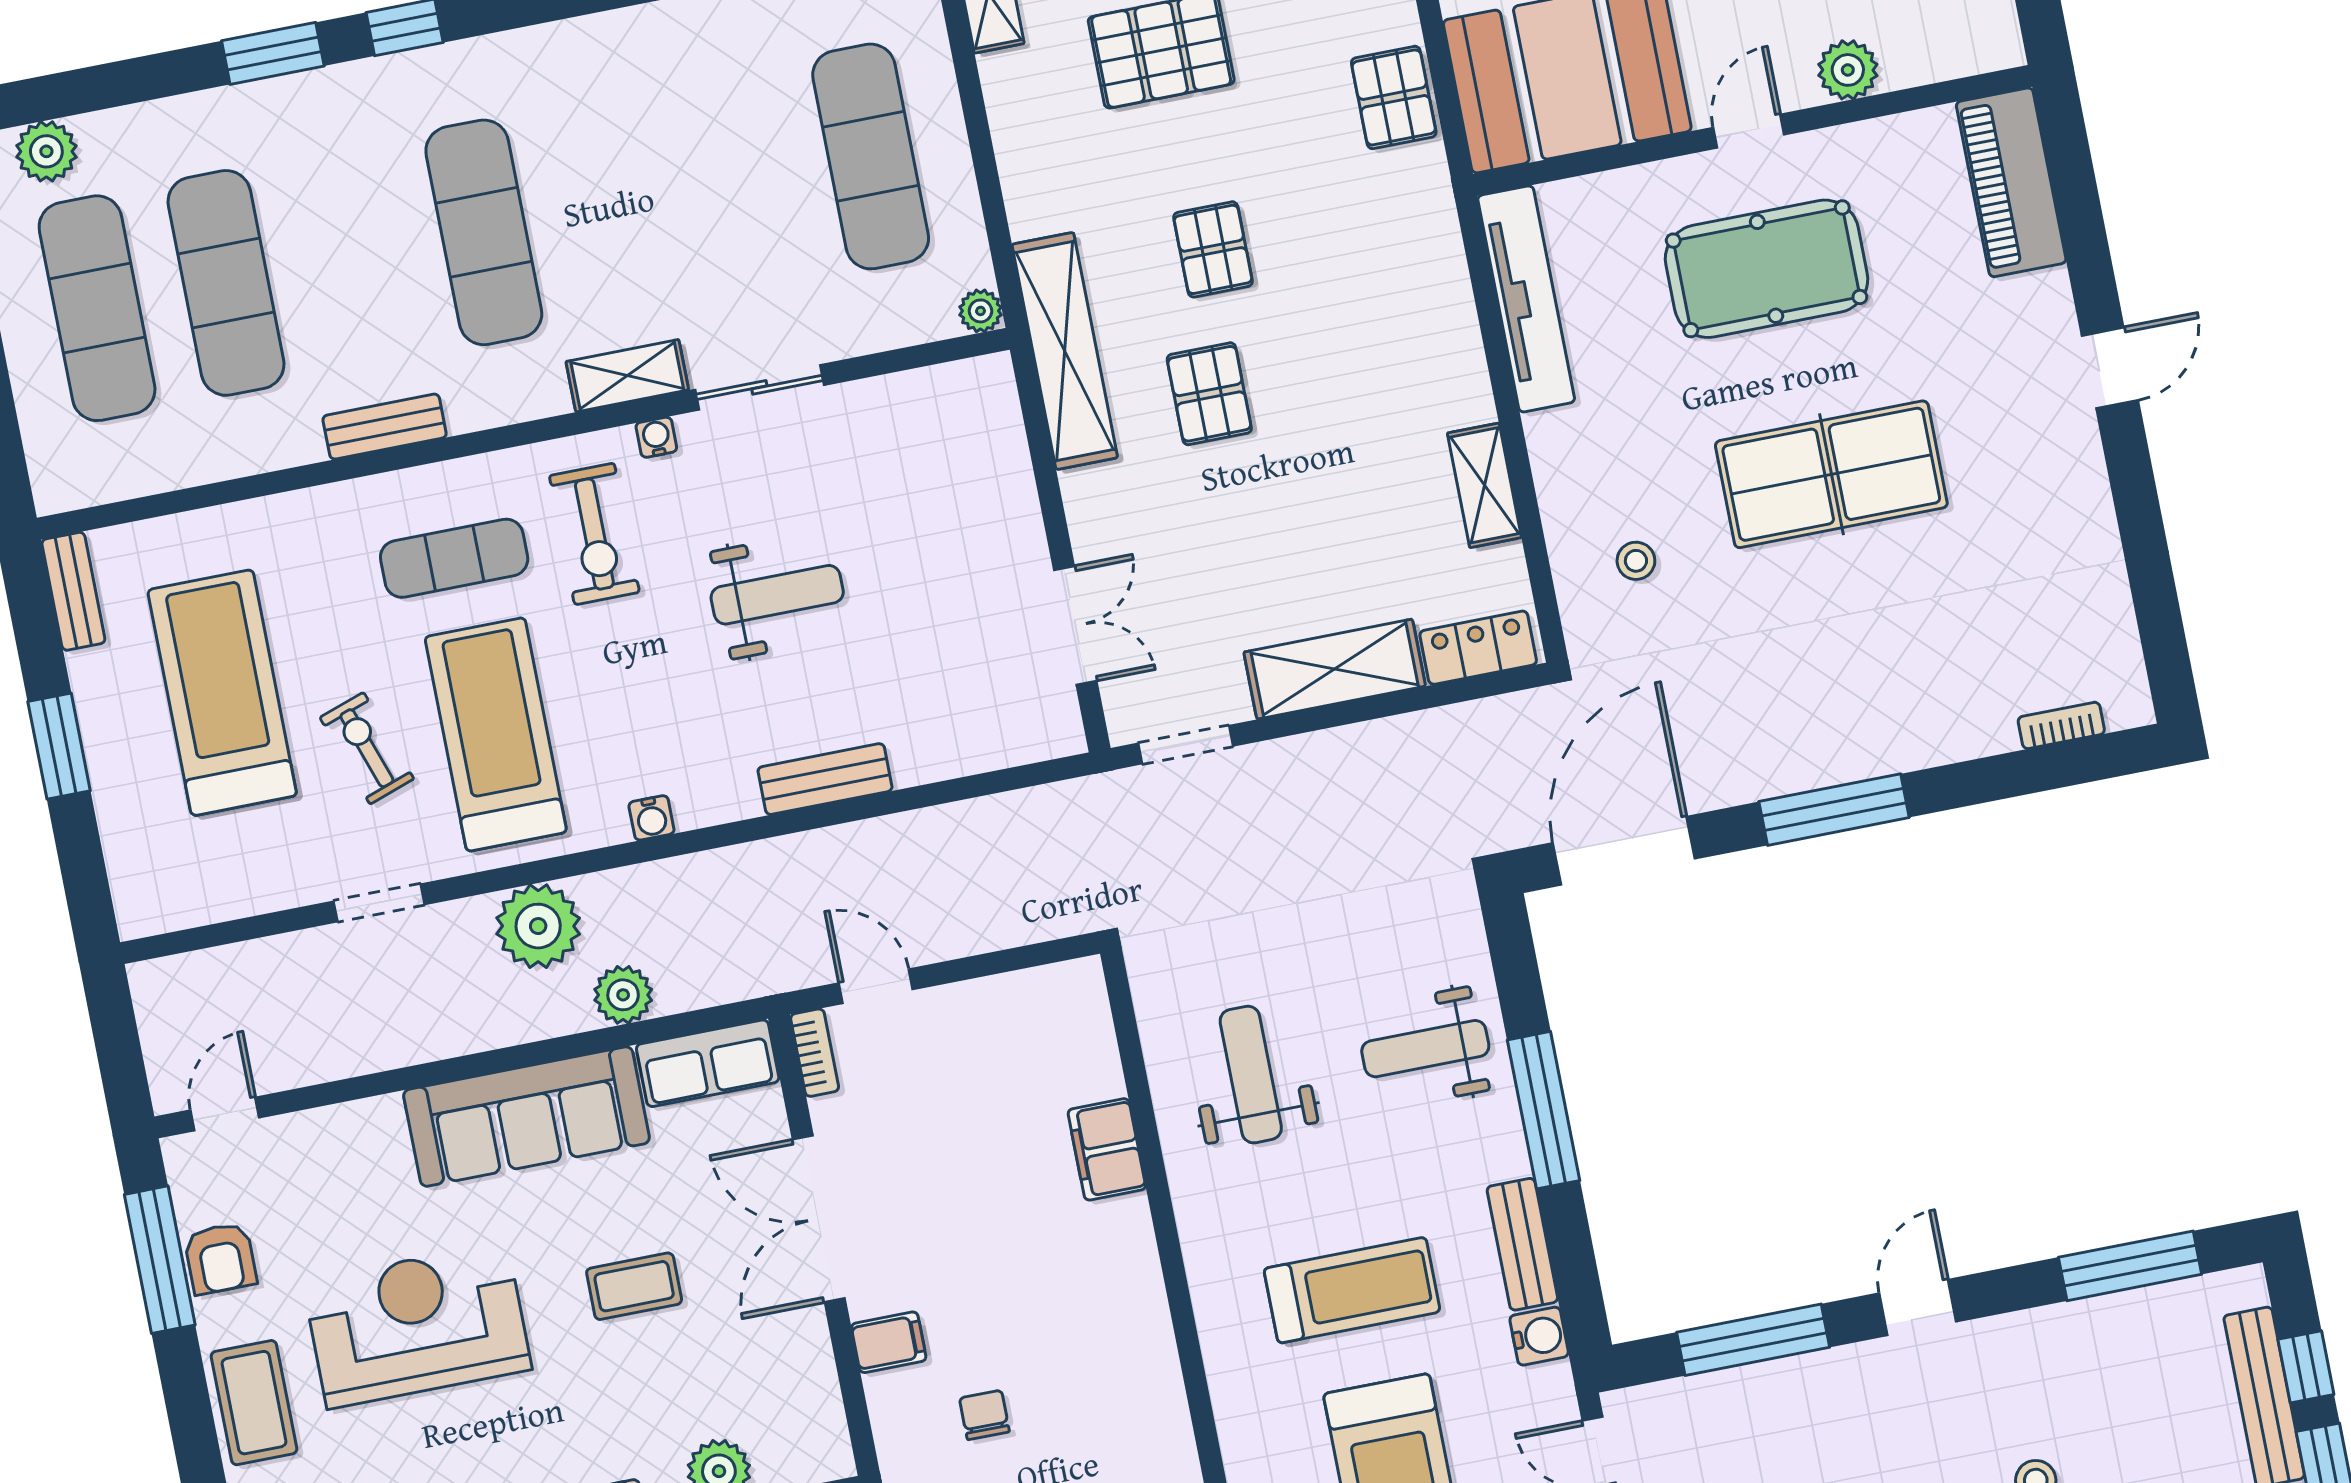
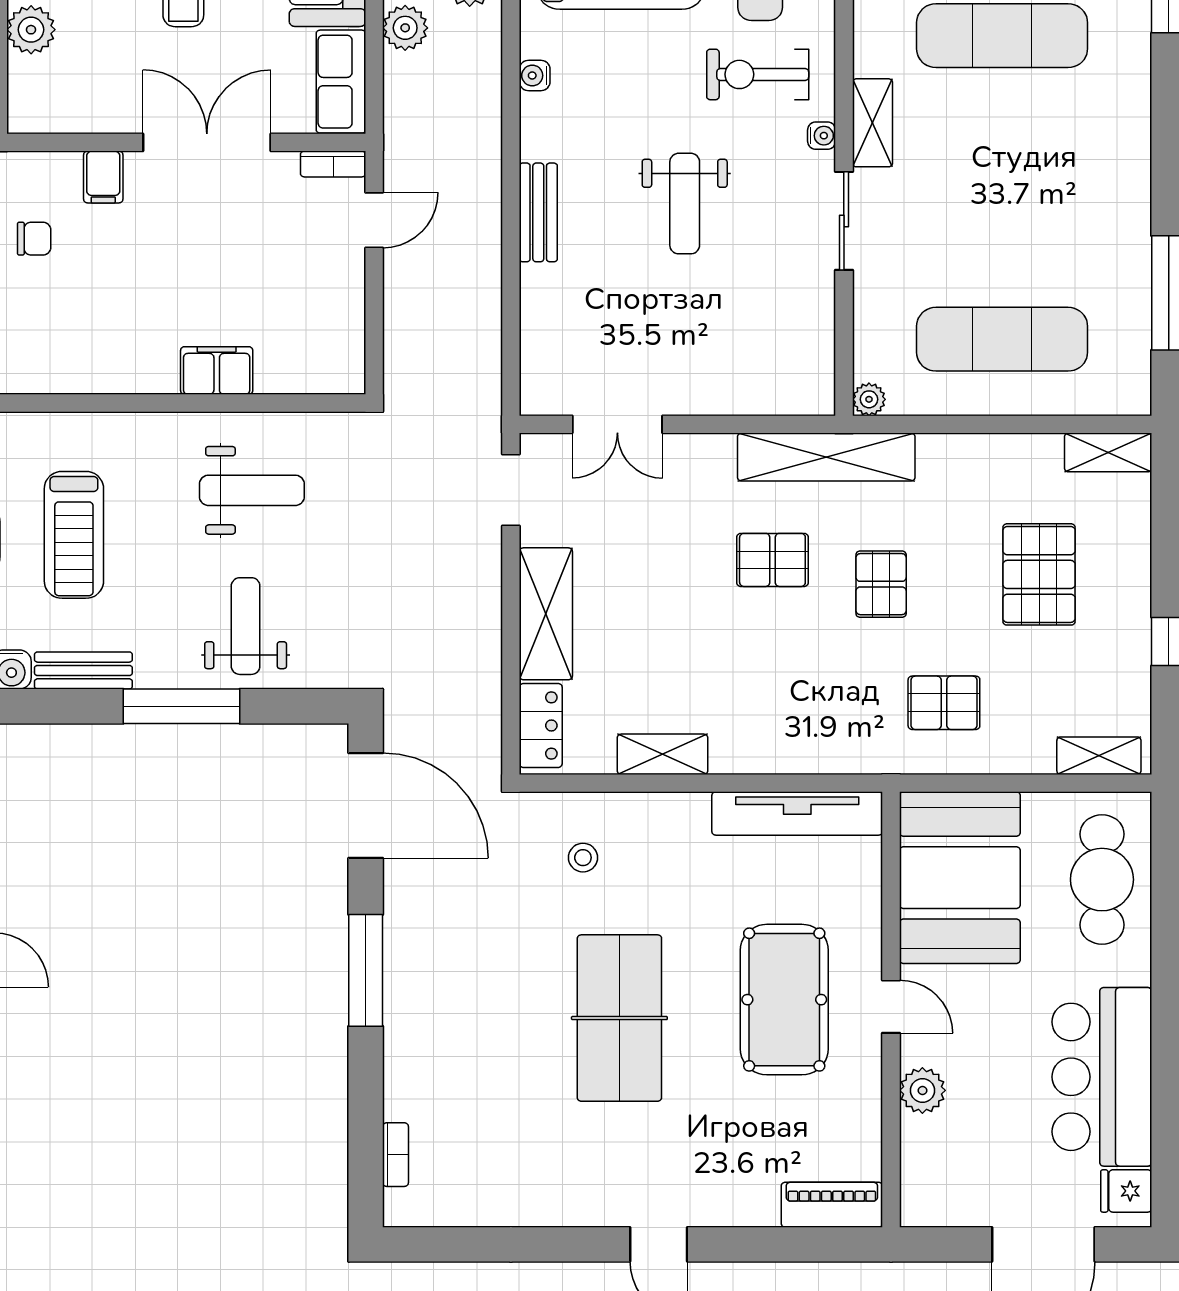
pallet: (1394, 97) -> (944, 703), moved
piano: (2011, 182) -> (832, 1205), width x0.73, depth x0.75
pallet: (1213, 249) -> (881, 584), turned 90

